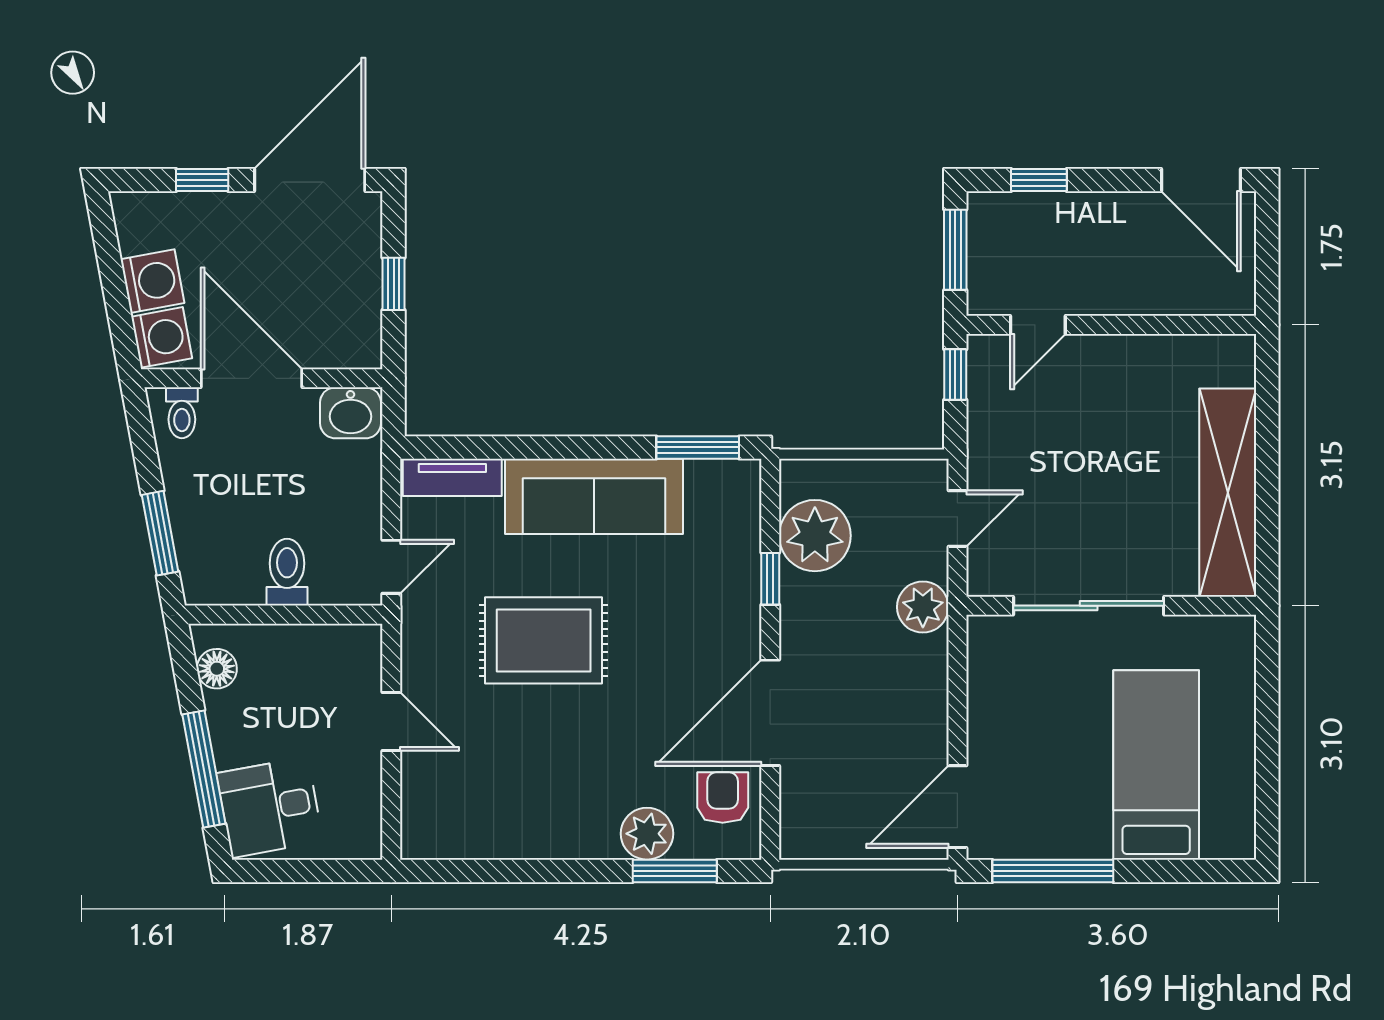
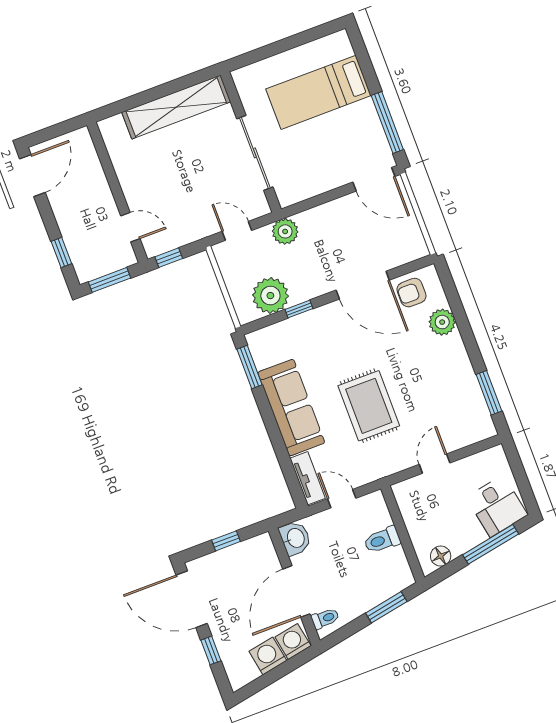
door: (391, 567) -> (342, 499), moved
window: (675, 871) -> (489, 393), moved

